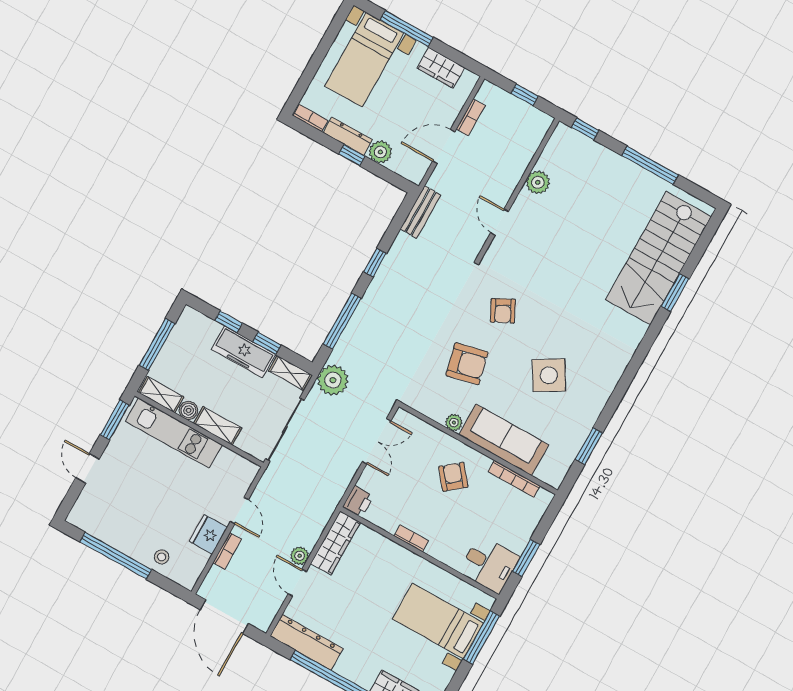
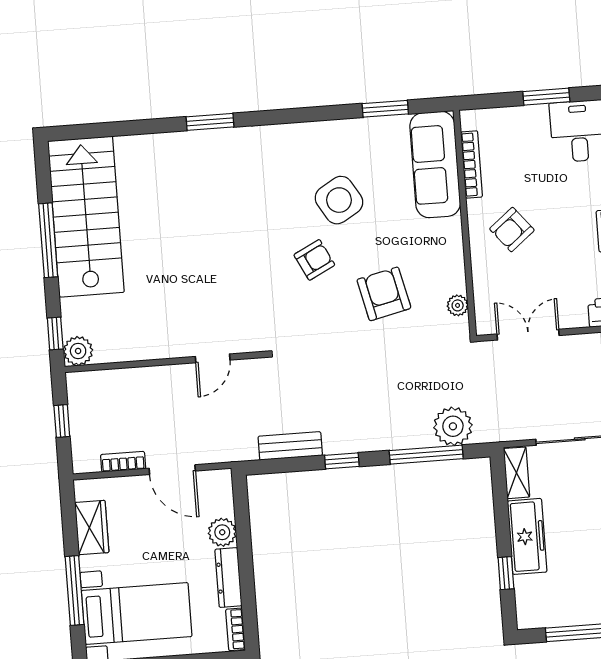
window: (352, 155) -> (245, 560), removed
plant: (538, 182) -> (78, 351), moved
bench: (420, 212) -> (290, 446), moved
stairs: (658, 258) -> (86, 217), moved, turned -90
window: (675, 293) -> (210, 122), moved
armchair: (503, 311) -> (314, 260), moved
window: (267, 343) -> (502, 518), removed
plant: (333, 380) -> (453, 426), moved
plant: (454, 423) -> (458, 305), moved
sofa: (504, 440) -> (435, 165), moved

